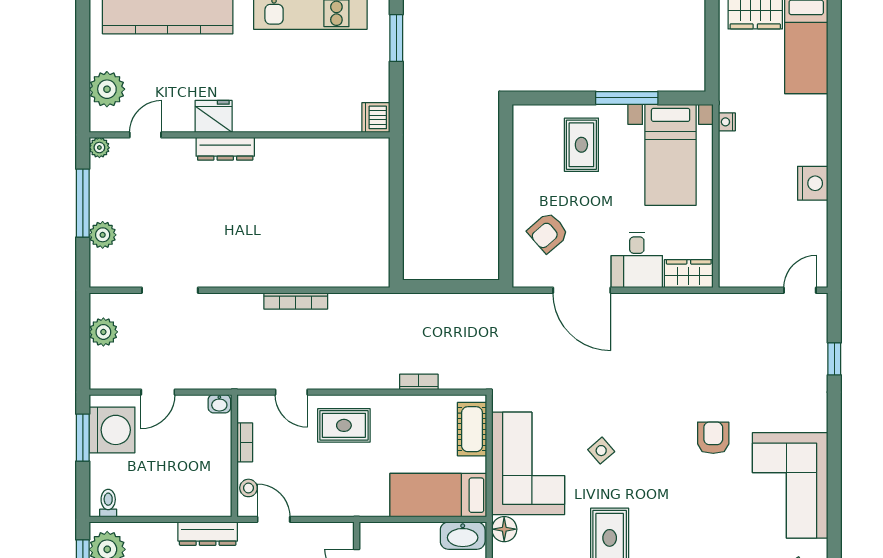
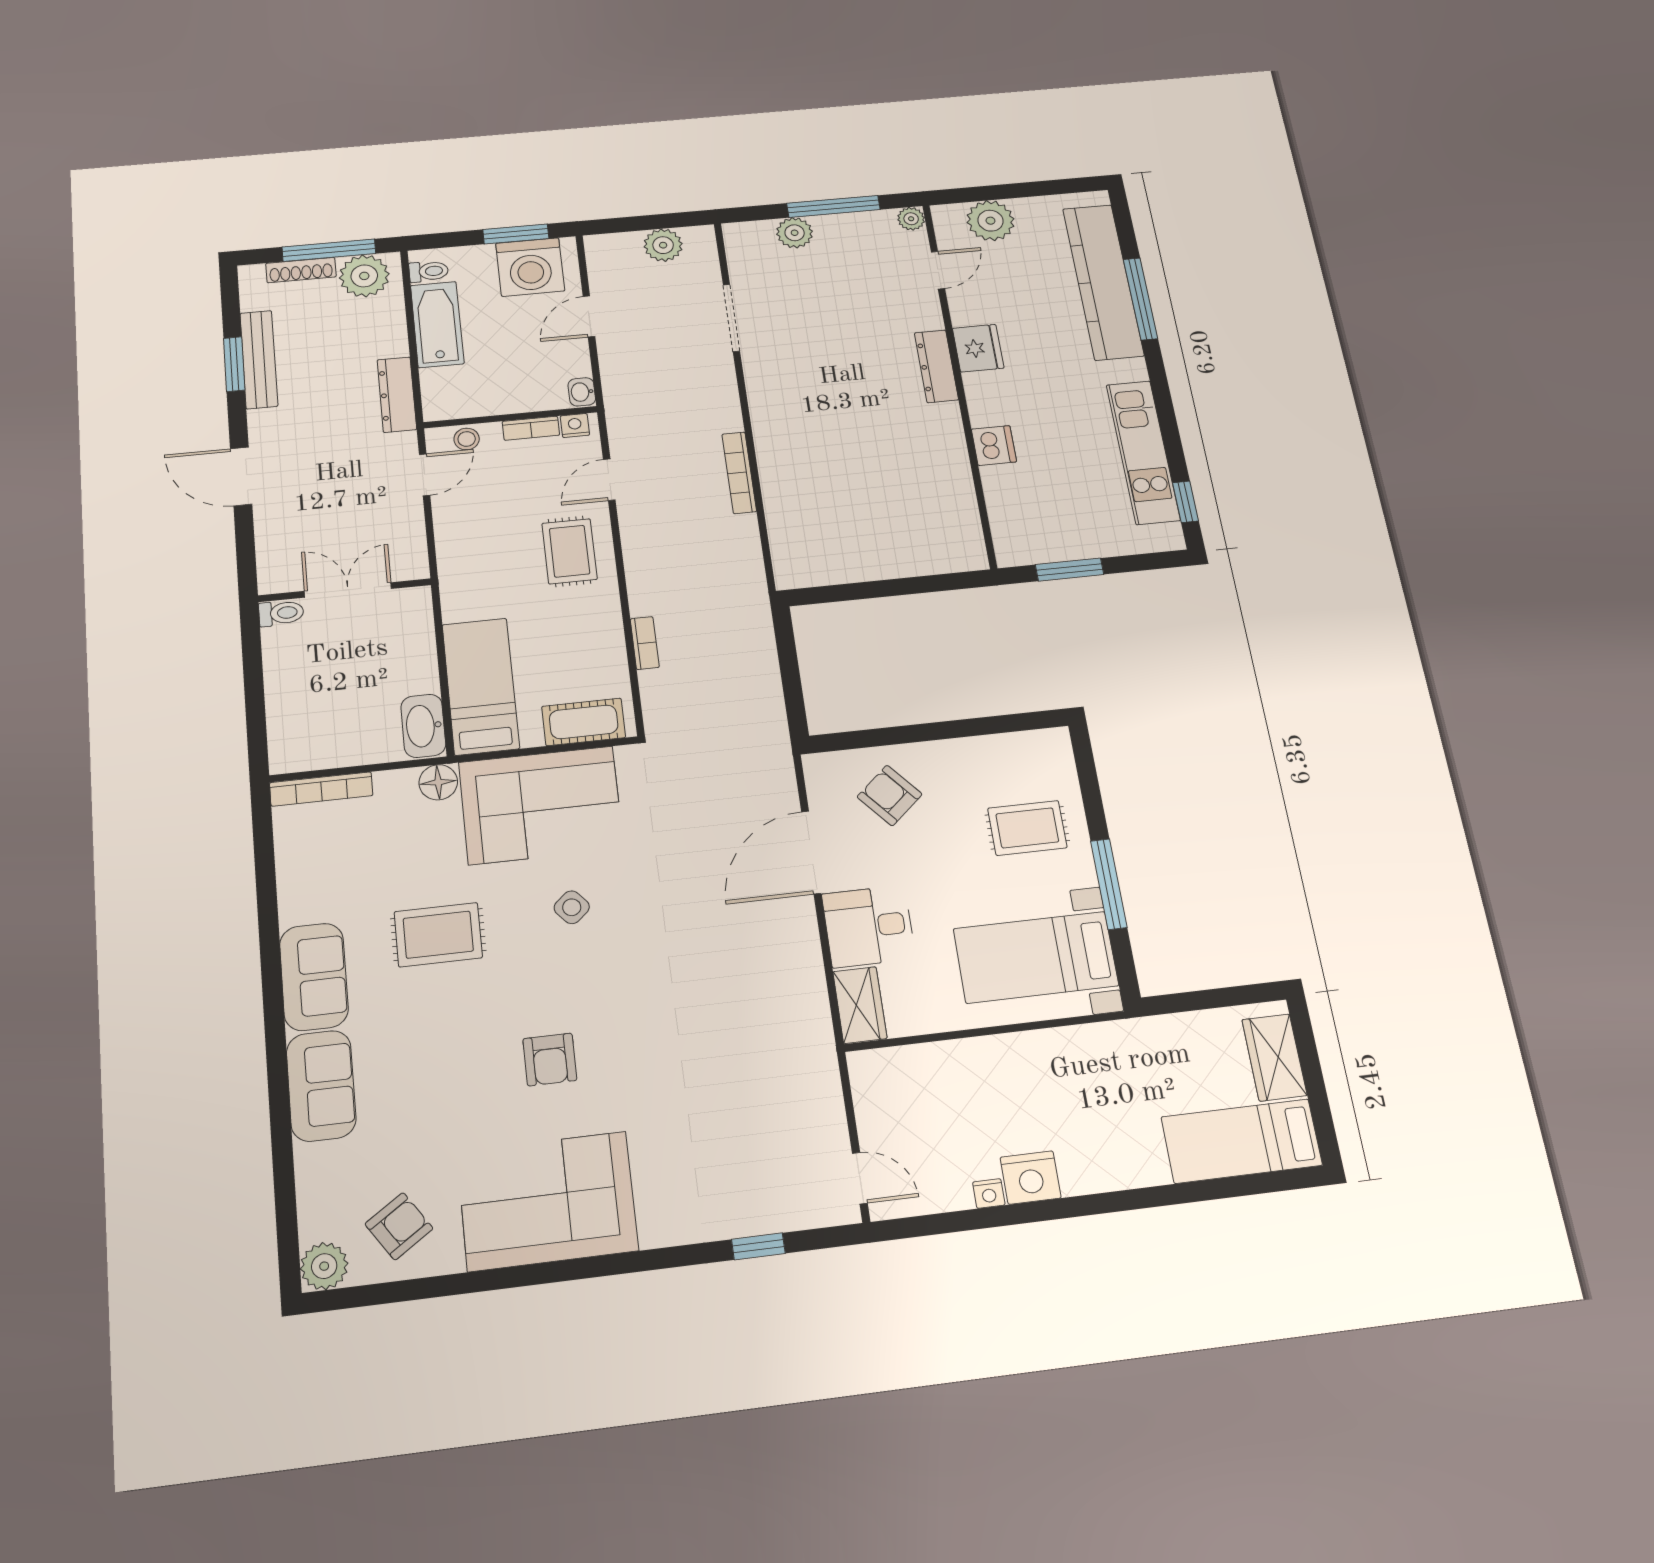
window: (396, 38) -> (1069, 570), moved
dishwasher: (376, 117) -> (994, 445), moved, turned 90
nightstand: (727, 122) -> (989, 1194), moved, turned 180
door: (145, 135) -> (938, 270), hinge flipped
door: (158, 392) -> (589, 316), hinge flipped
nightstand: (246, 411) -> (575, 426), added
armchair: (713, 438) -> (550, 1059), moved, turned 90
bathtub: (153, 501) -> (437, 324), added

